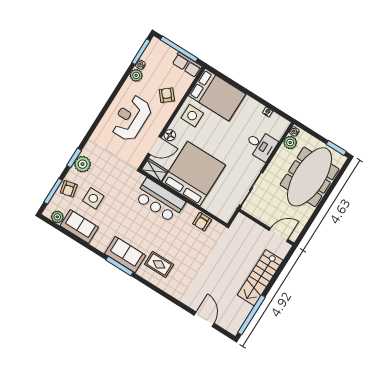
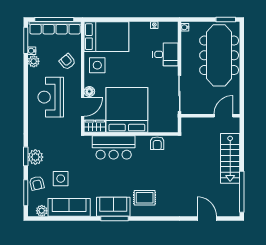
row of seats: (187, 65) -> (55, 28), width x2.02
plant: (290, 143) -> (187, 38), removed
sofa: (79, 226) -> (69, 207), width x1.36

